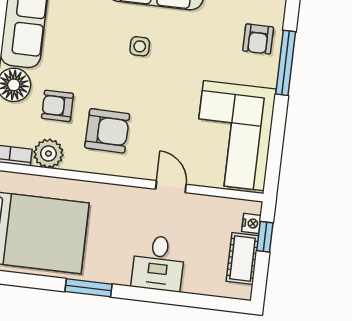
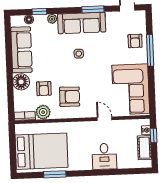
armchair: (57, 106) -> (44, 89), turned -90
window: (88, 288) -> (55, 174), moved

